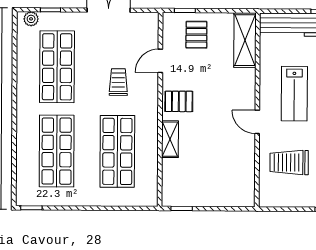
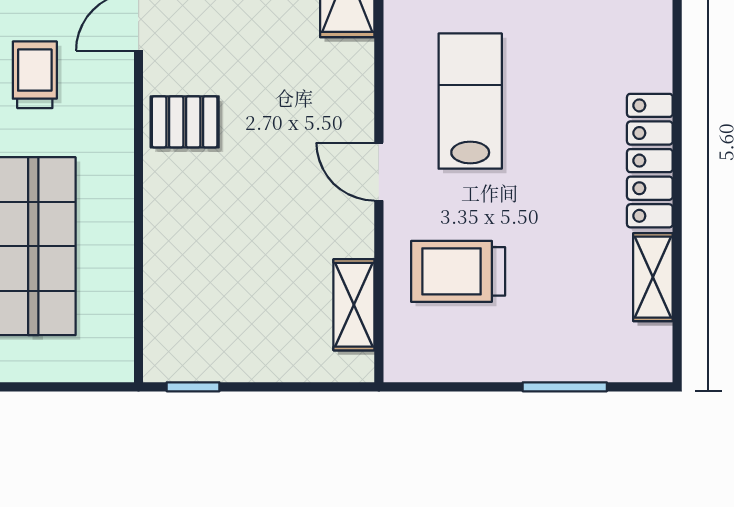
lab bench: (294, 94) -> (470, 101), turned 180
shelving: (170, 139) -> (354, 305), moved

